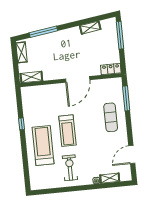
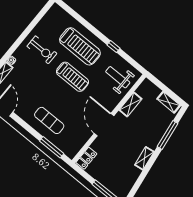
shelving: (90, 28) -> (144, 158), moved
shelving: (31, 77) -> (130, 104), moved
weight bench: (38, 101) -> (118, 77), added
treadmill: (67, 131) -> (72, 77), turned 180

